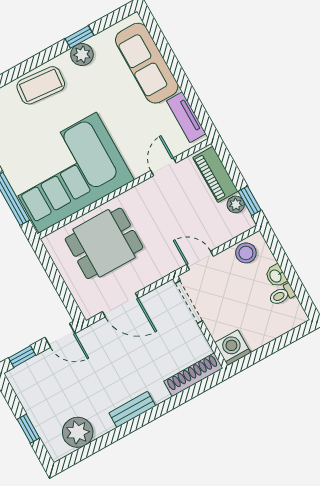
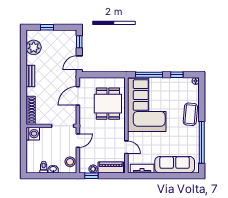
window: (79, 37) -> (202, 142), width x3.17
plant: (82, 55) -> (194, 139), removed

